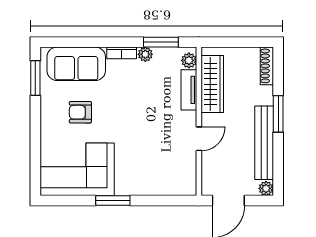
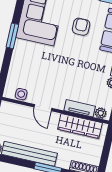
side table: (188, 171) -> (21, 94), added

